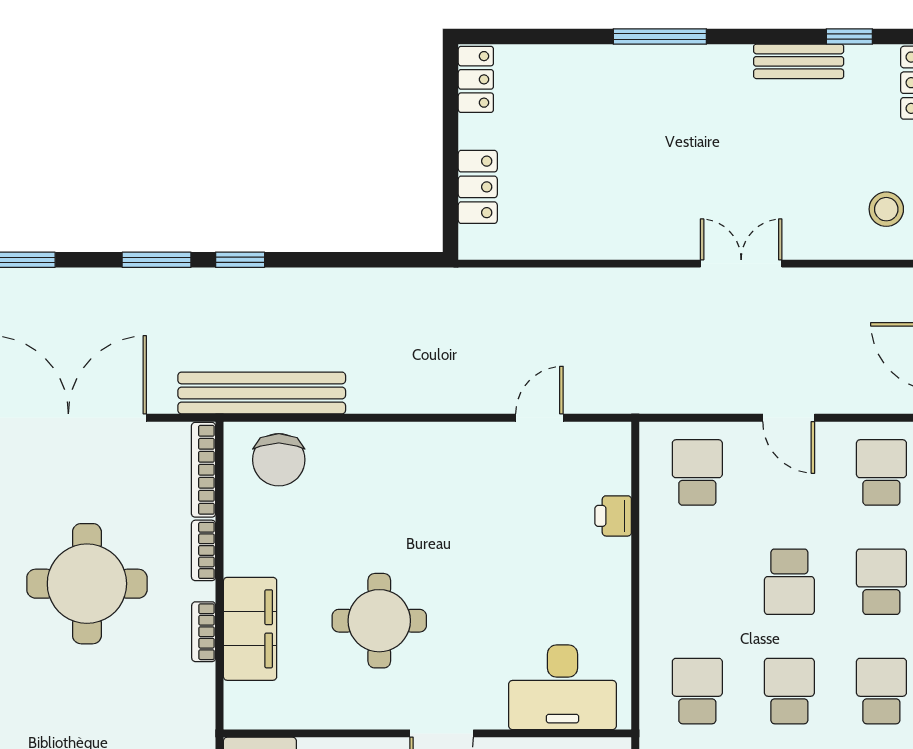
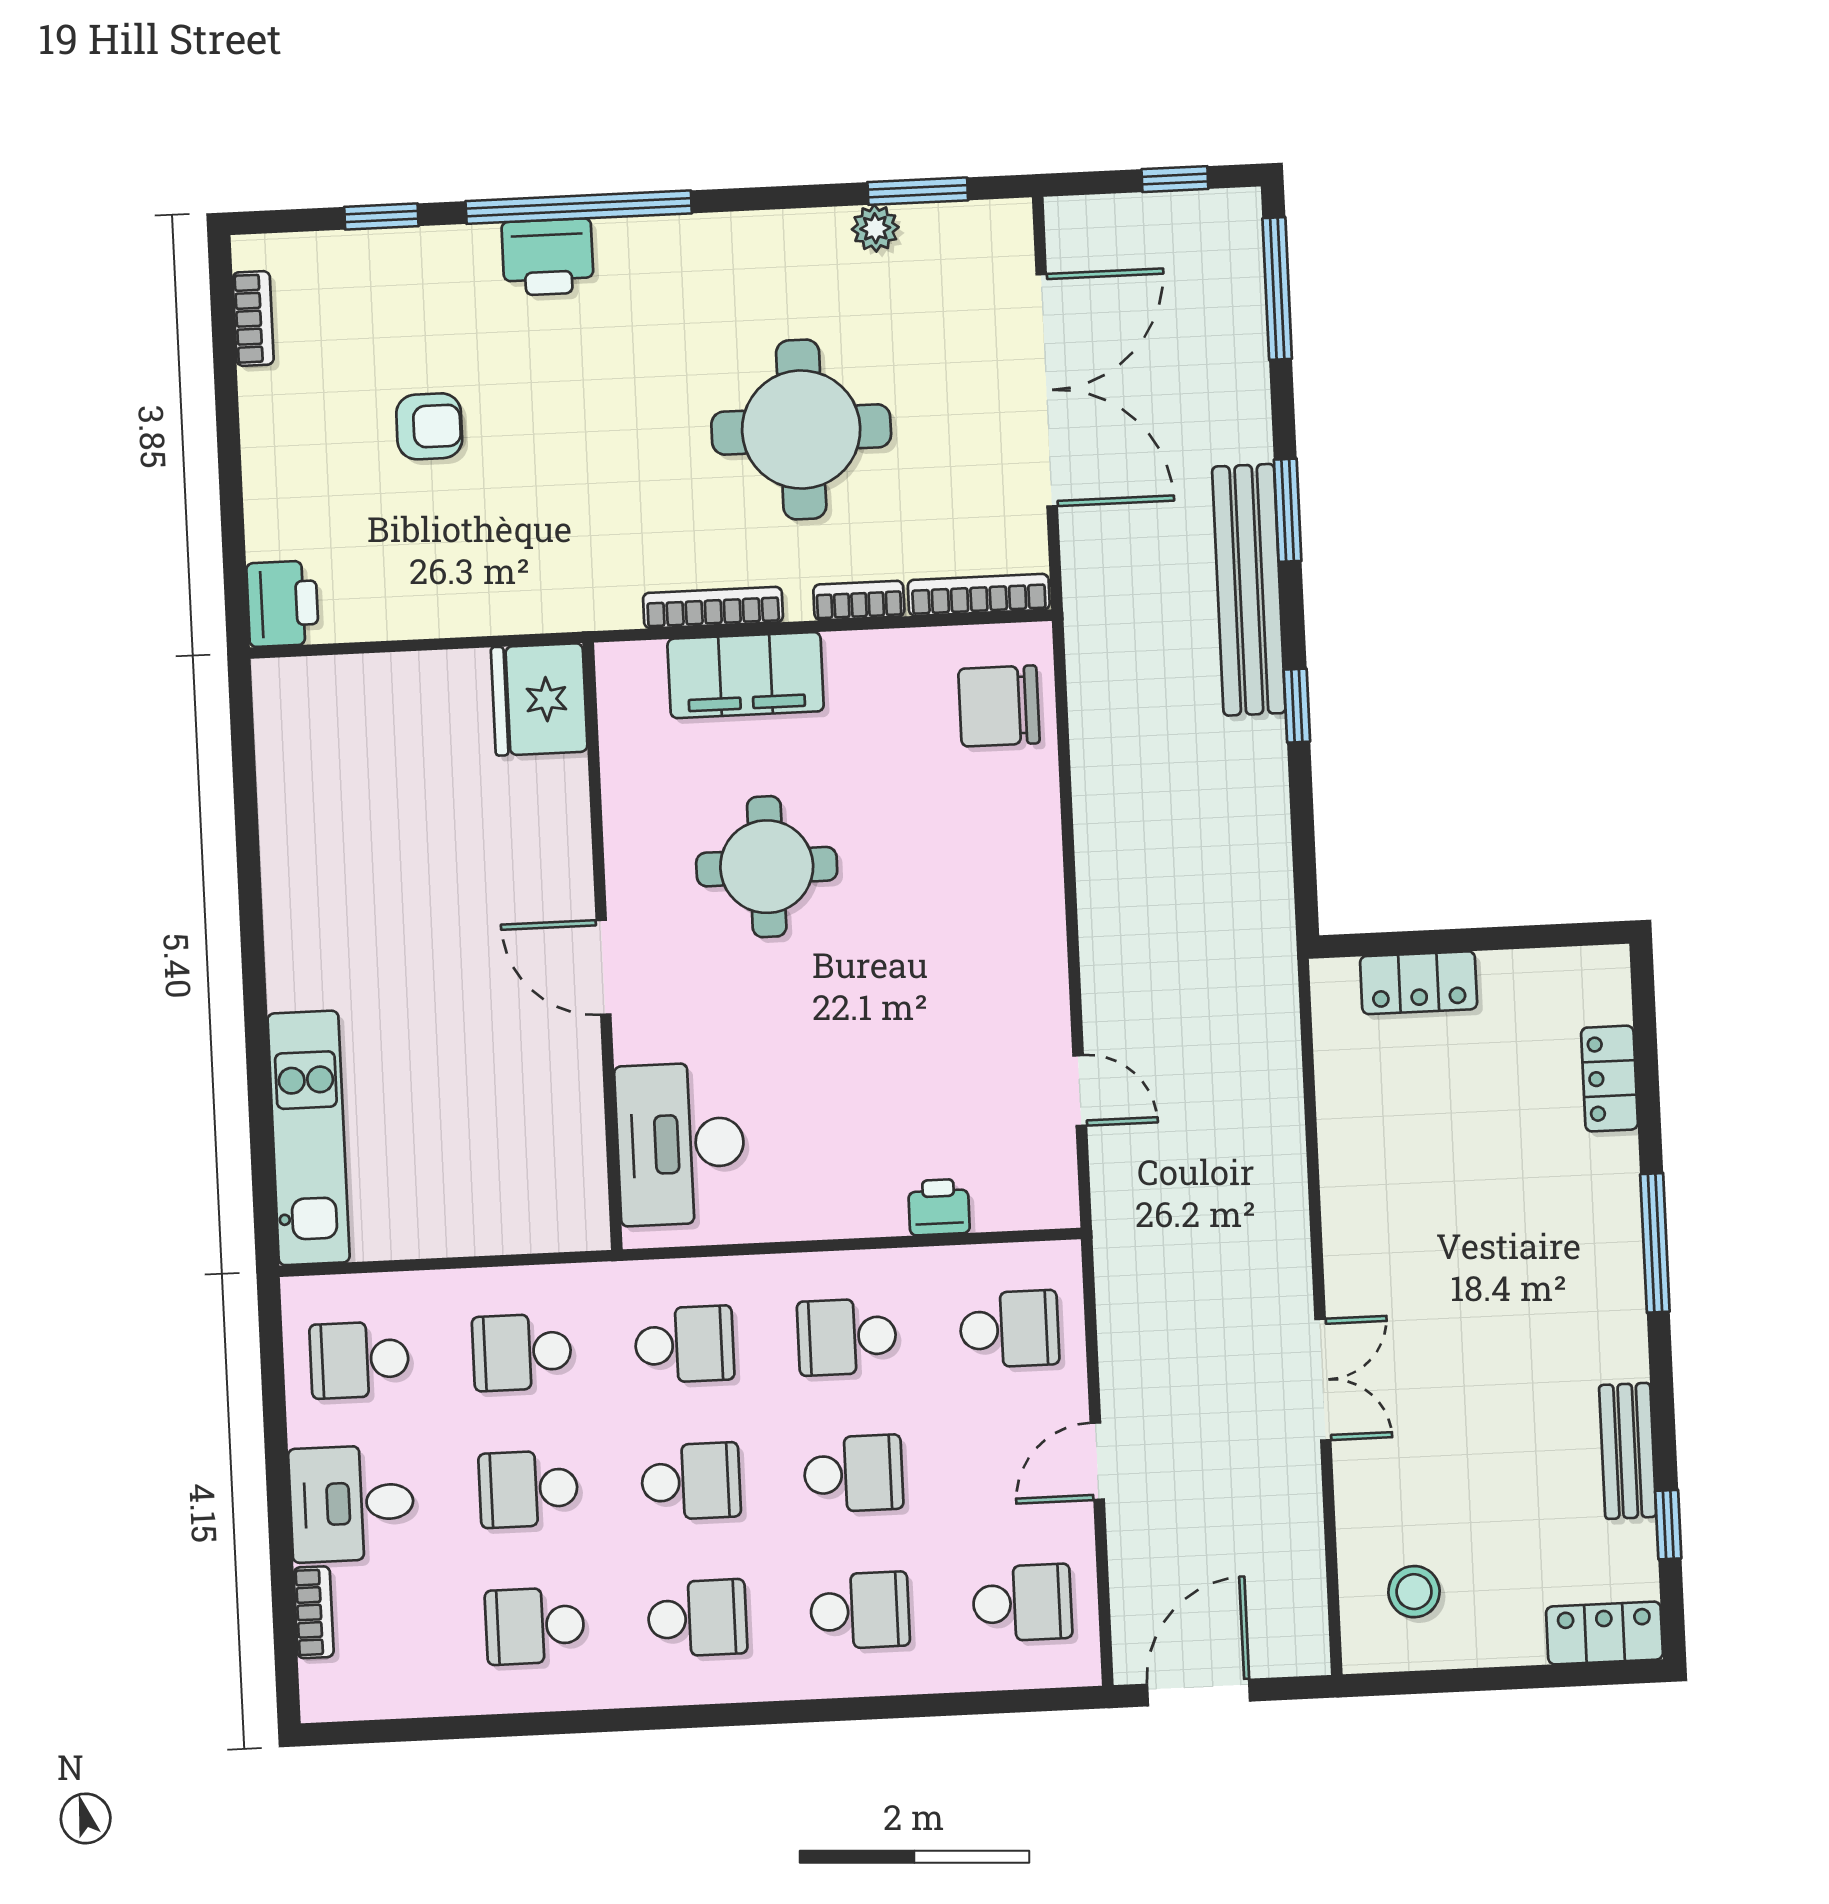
locker: (476, 79) -> (1609, 1079), moved, turned 90
window: (240, 260) -> (1297, 706), moved
bench: (262, 393) -> (1249, 590), moved
school desk: (697, 582) -> (847, 1337), added
school desk: (789, 582) -> (853, 1474), turned 180
bookcase: (204, 632) -> (713, 608), width x1.56

